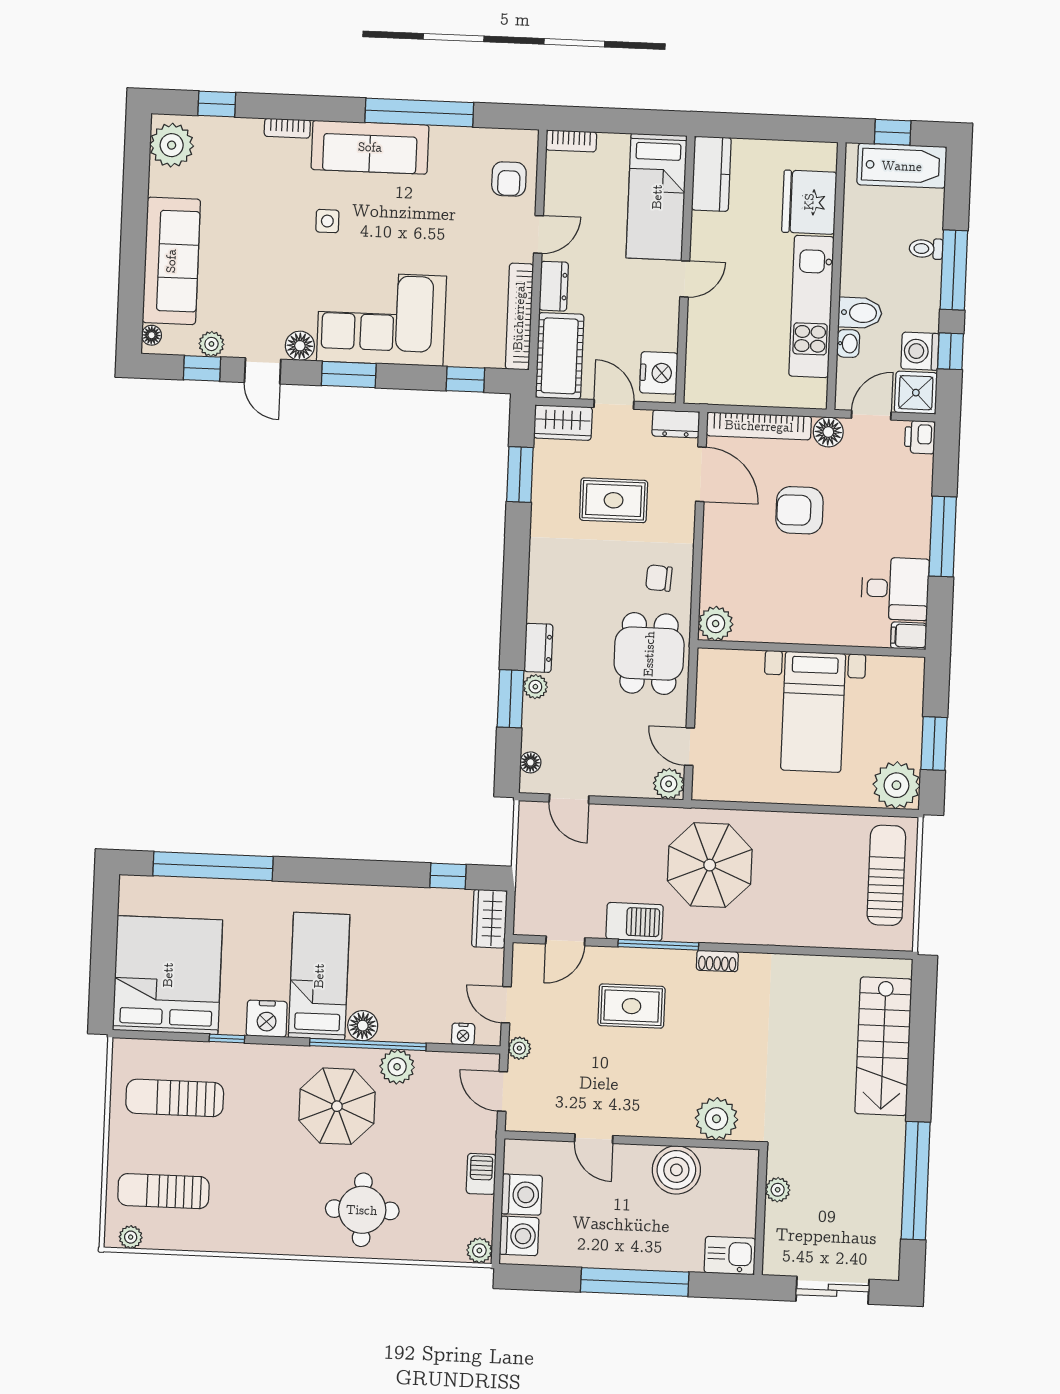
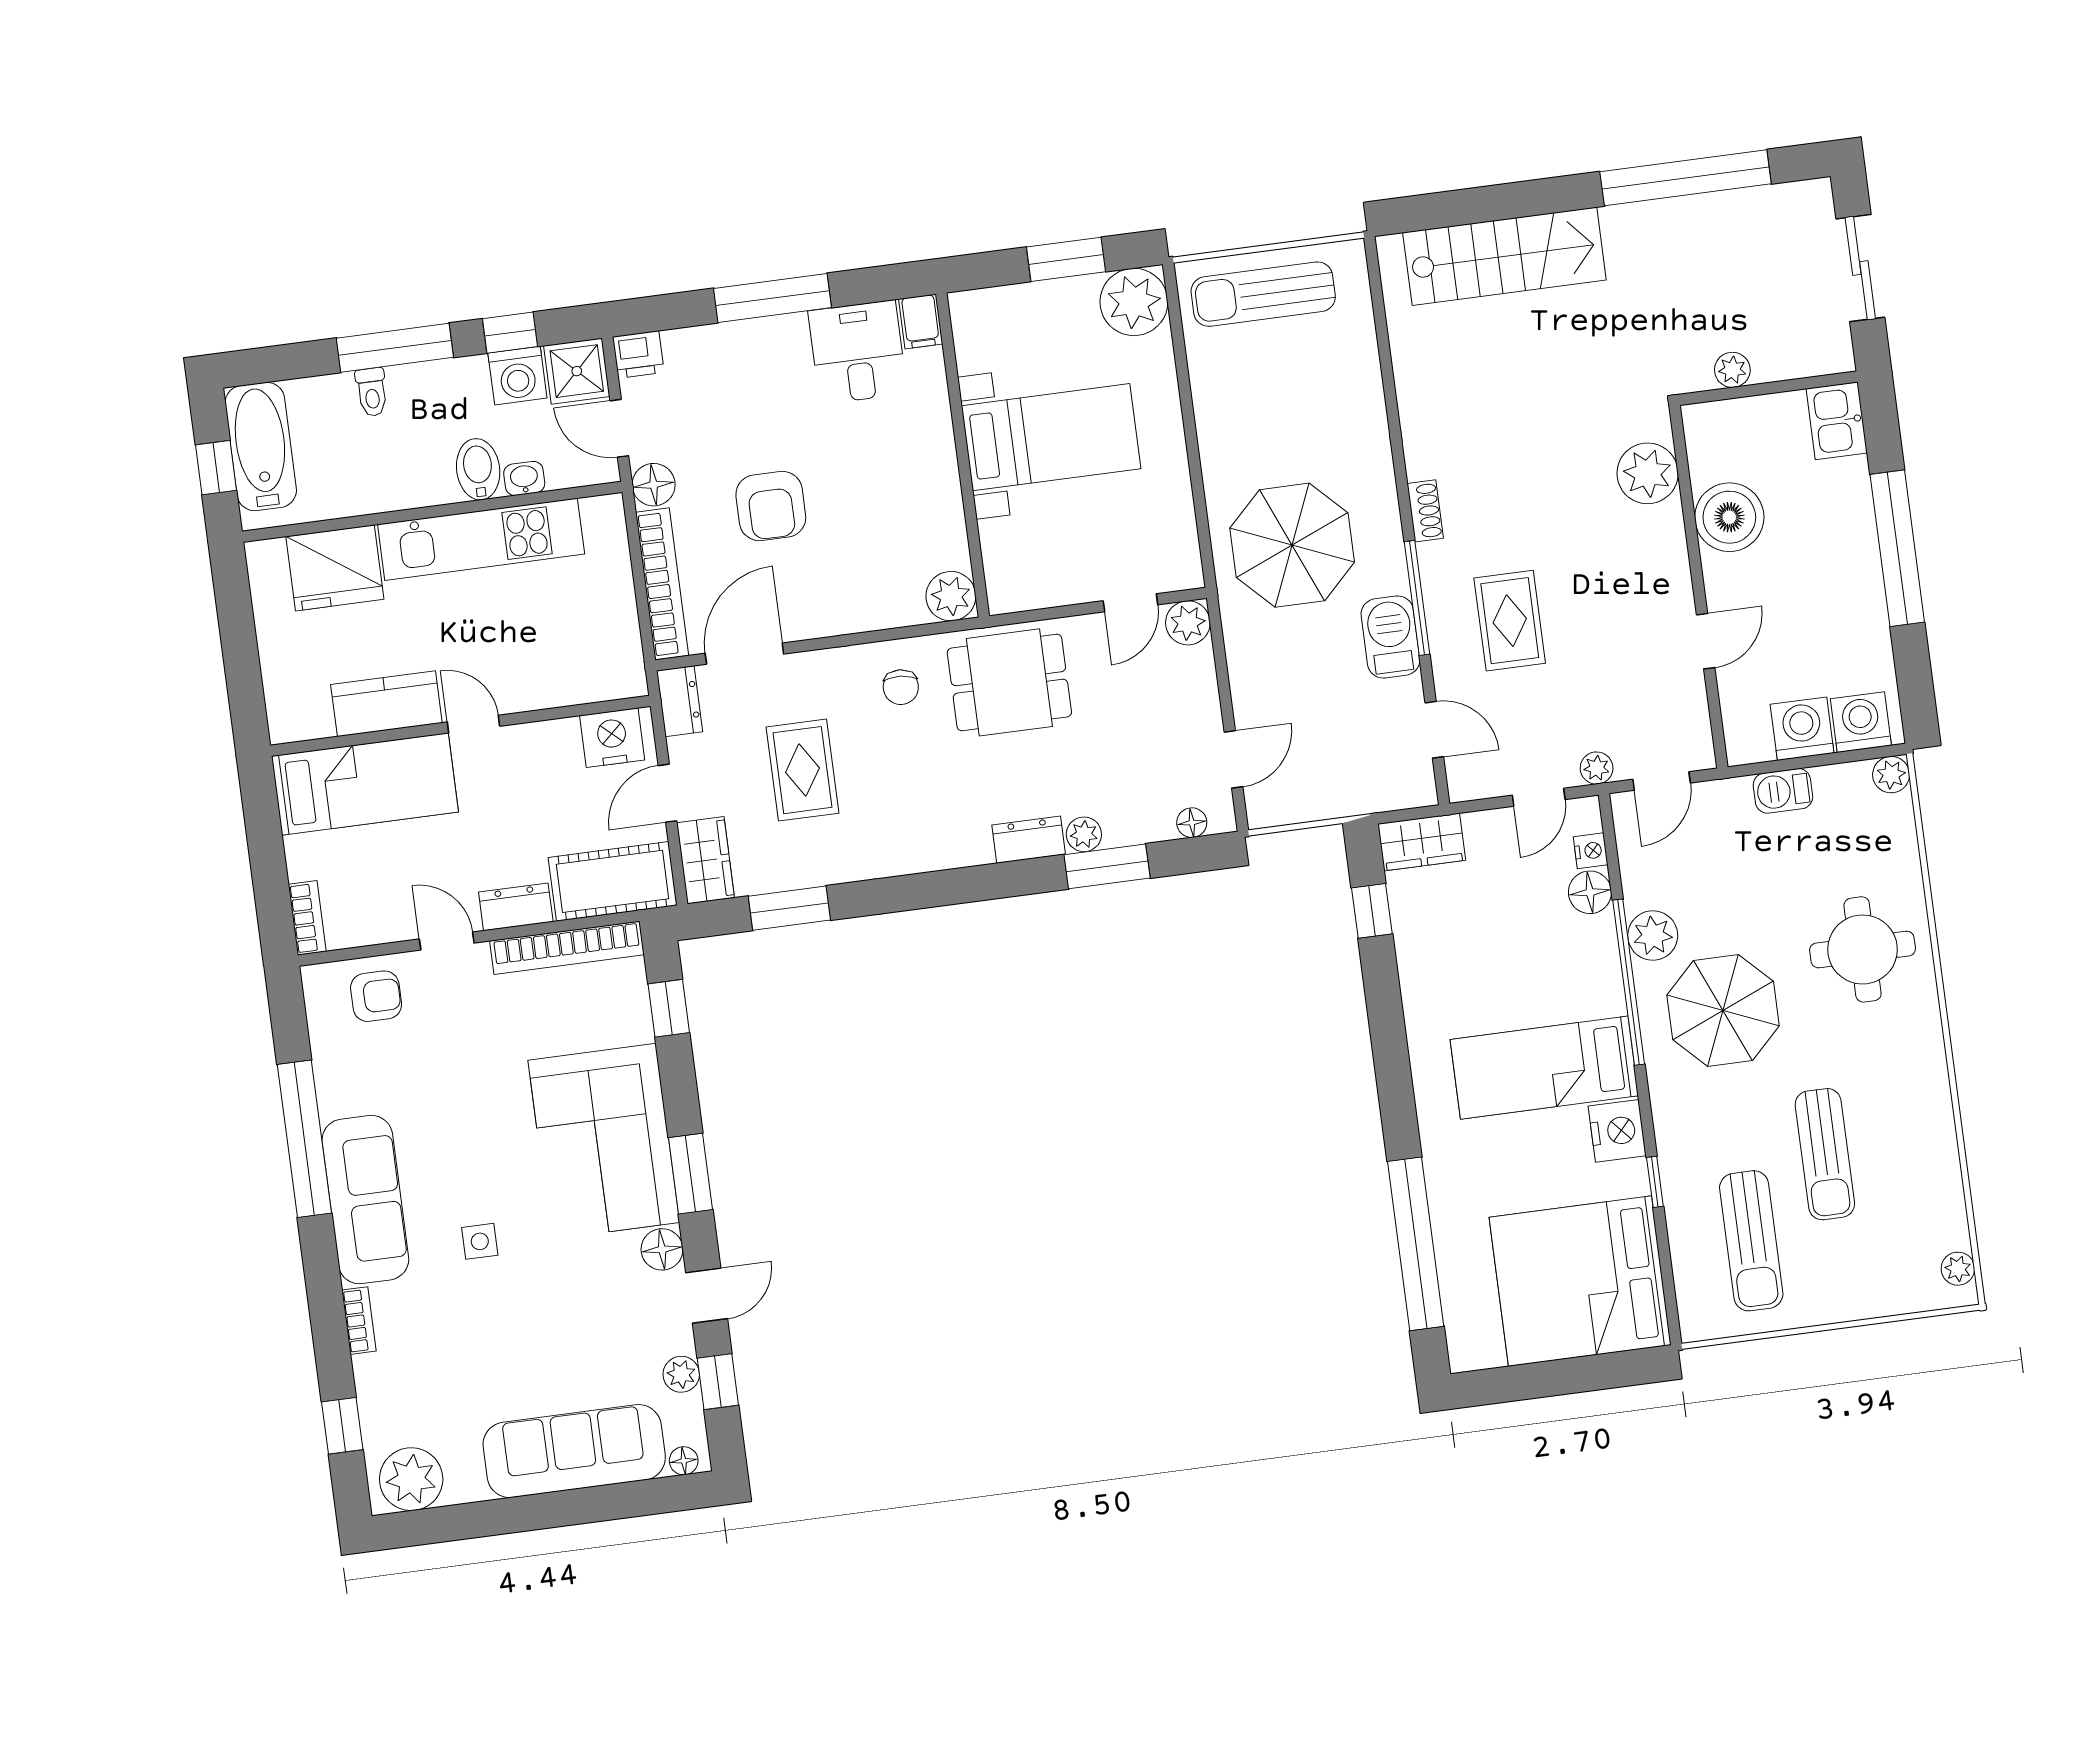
kitchen counter: (711, 174) -> (386, 704), moved
floor lamp: (363, 1026) -> (1590, 892), moved
sun lounger: (163, 1191) -> (1825, 1154), moved

